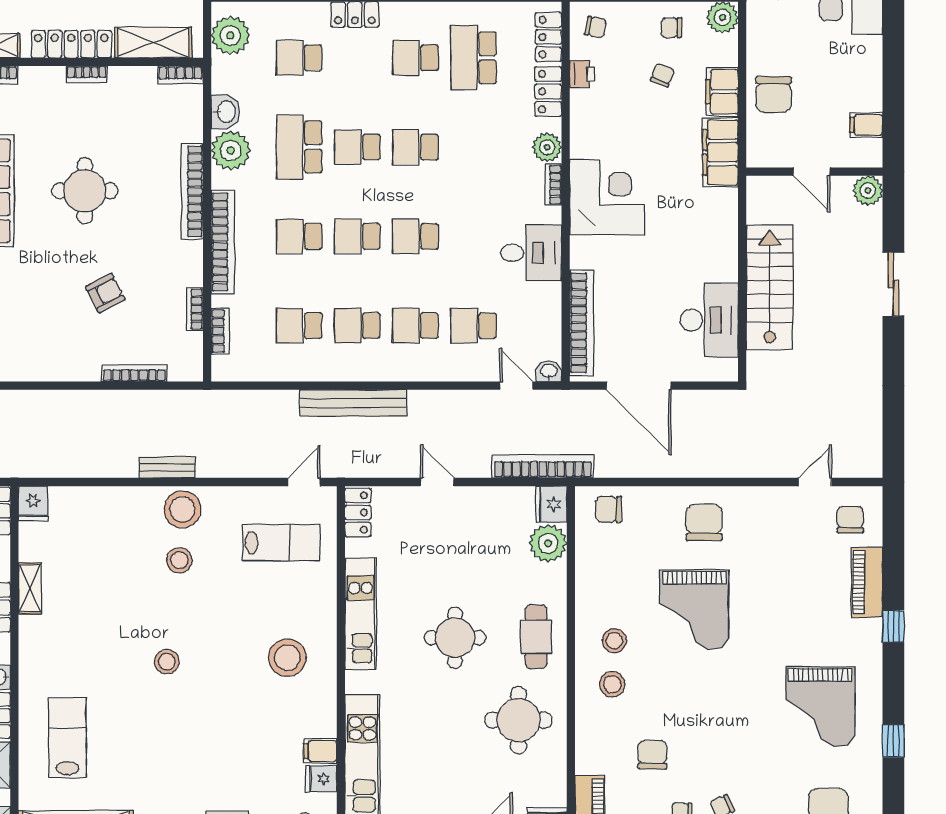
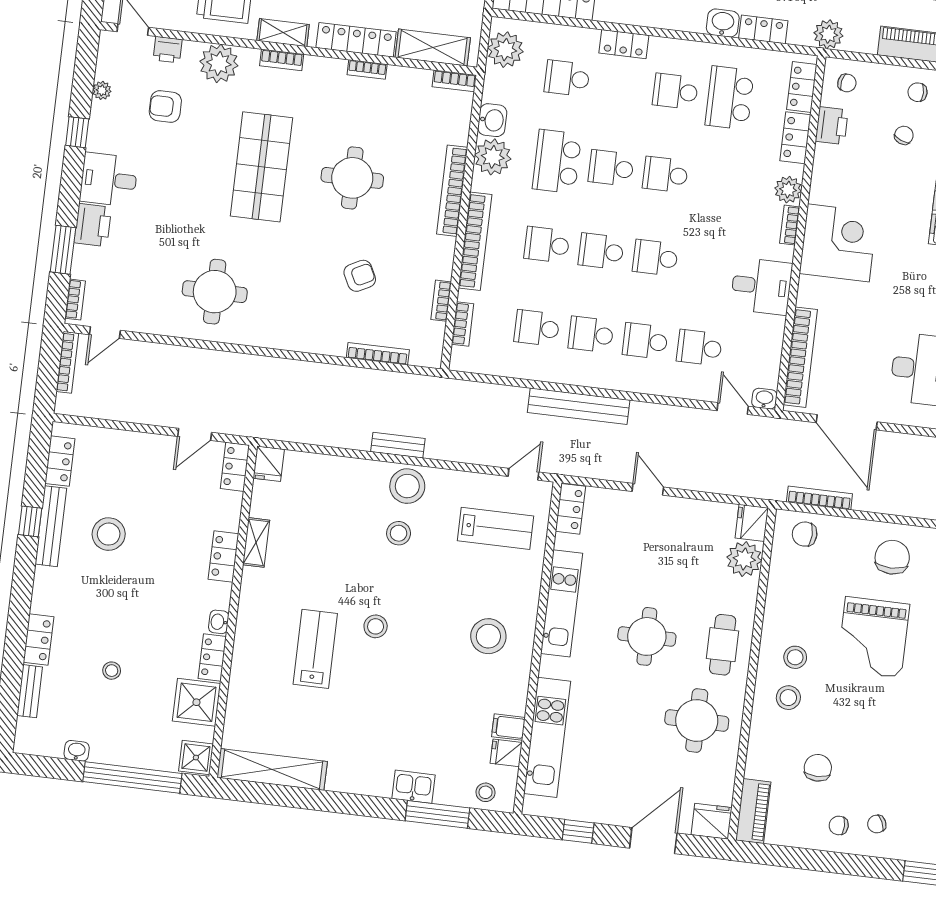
printer: (582, 74) -> (832, 126), width x1.36, depth x1.24
bookcase: (543, 466) -> (819, 498), moved, width x0.68, depth x0.76
lab bench: (67, 737) -> (315, 649), moved

